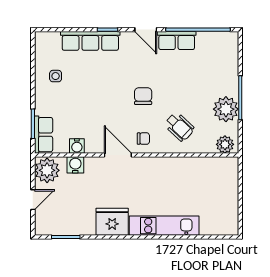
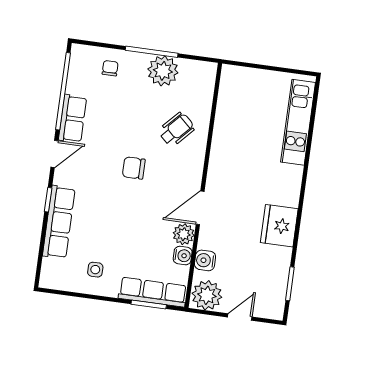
row of seats: (44, 135) -> (153, 292), width x1.48
chair: (143, 139) -> (110, 68), moved
plant: (225, 144) -> (184, 234), moved
door: (33, 200) -> (240, 317), hinge flipped
kitchen unit: (164, 226) -> (298, 122), moved

